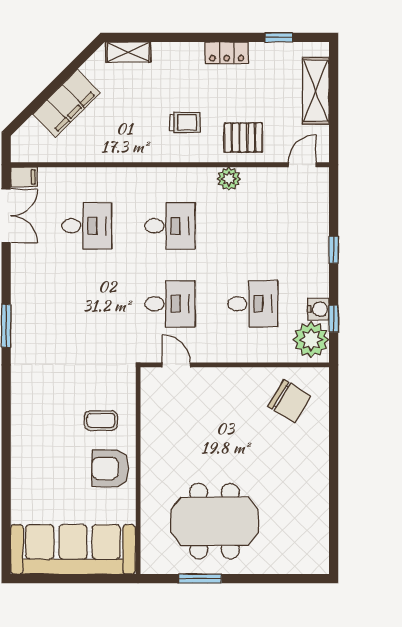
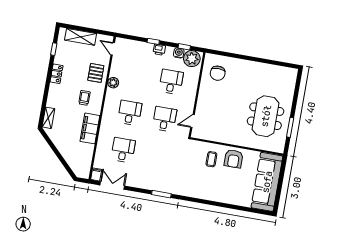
filing cabinet: (66, 104) -> (90, 128), moved, turned -135
printer: (318, 266) -> (159, 50), added
chair: (289, 401) -> (218, 73), turned 149

